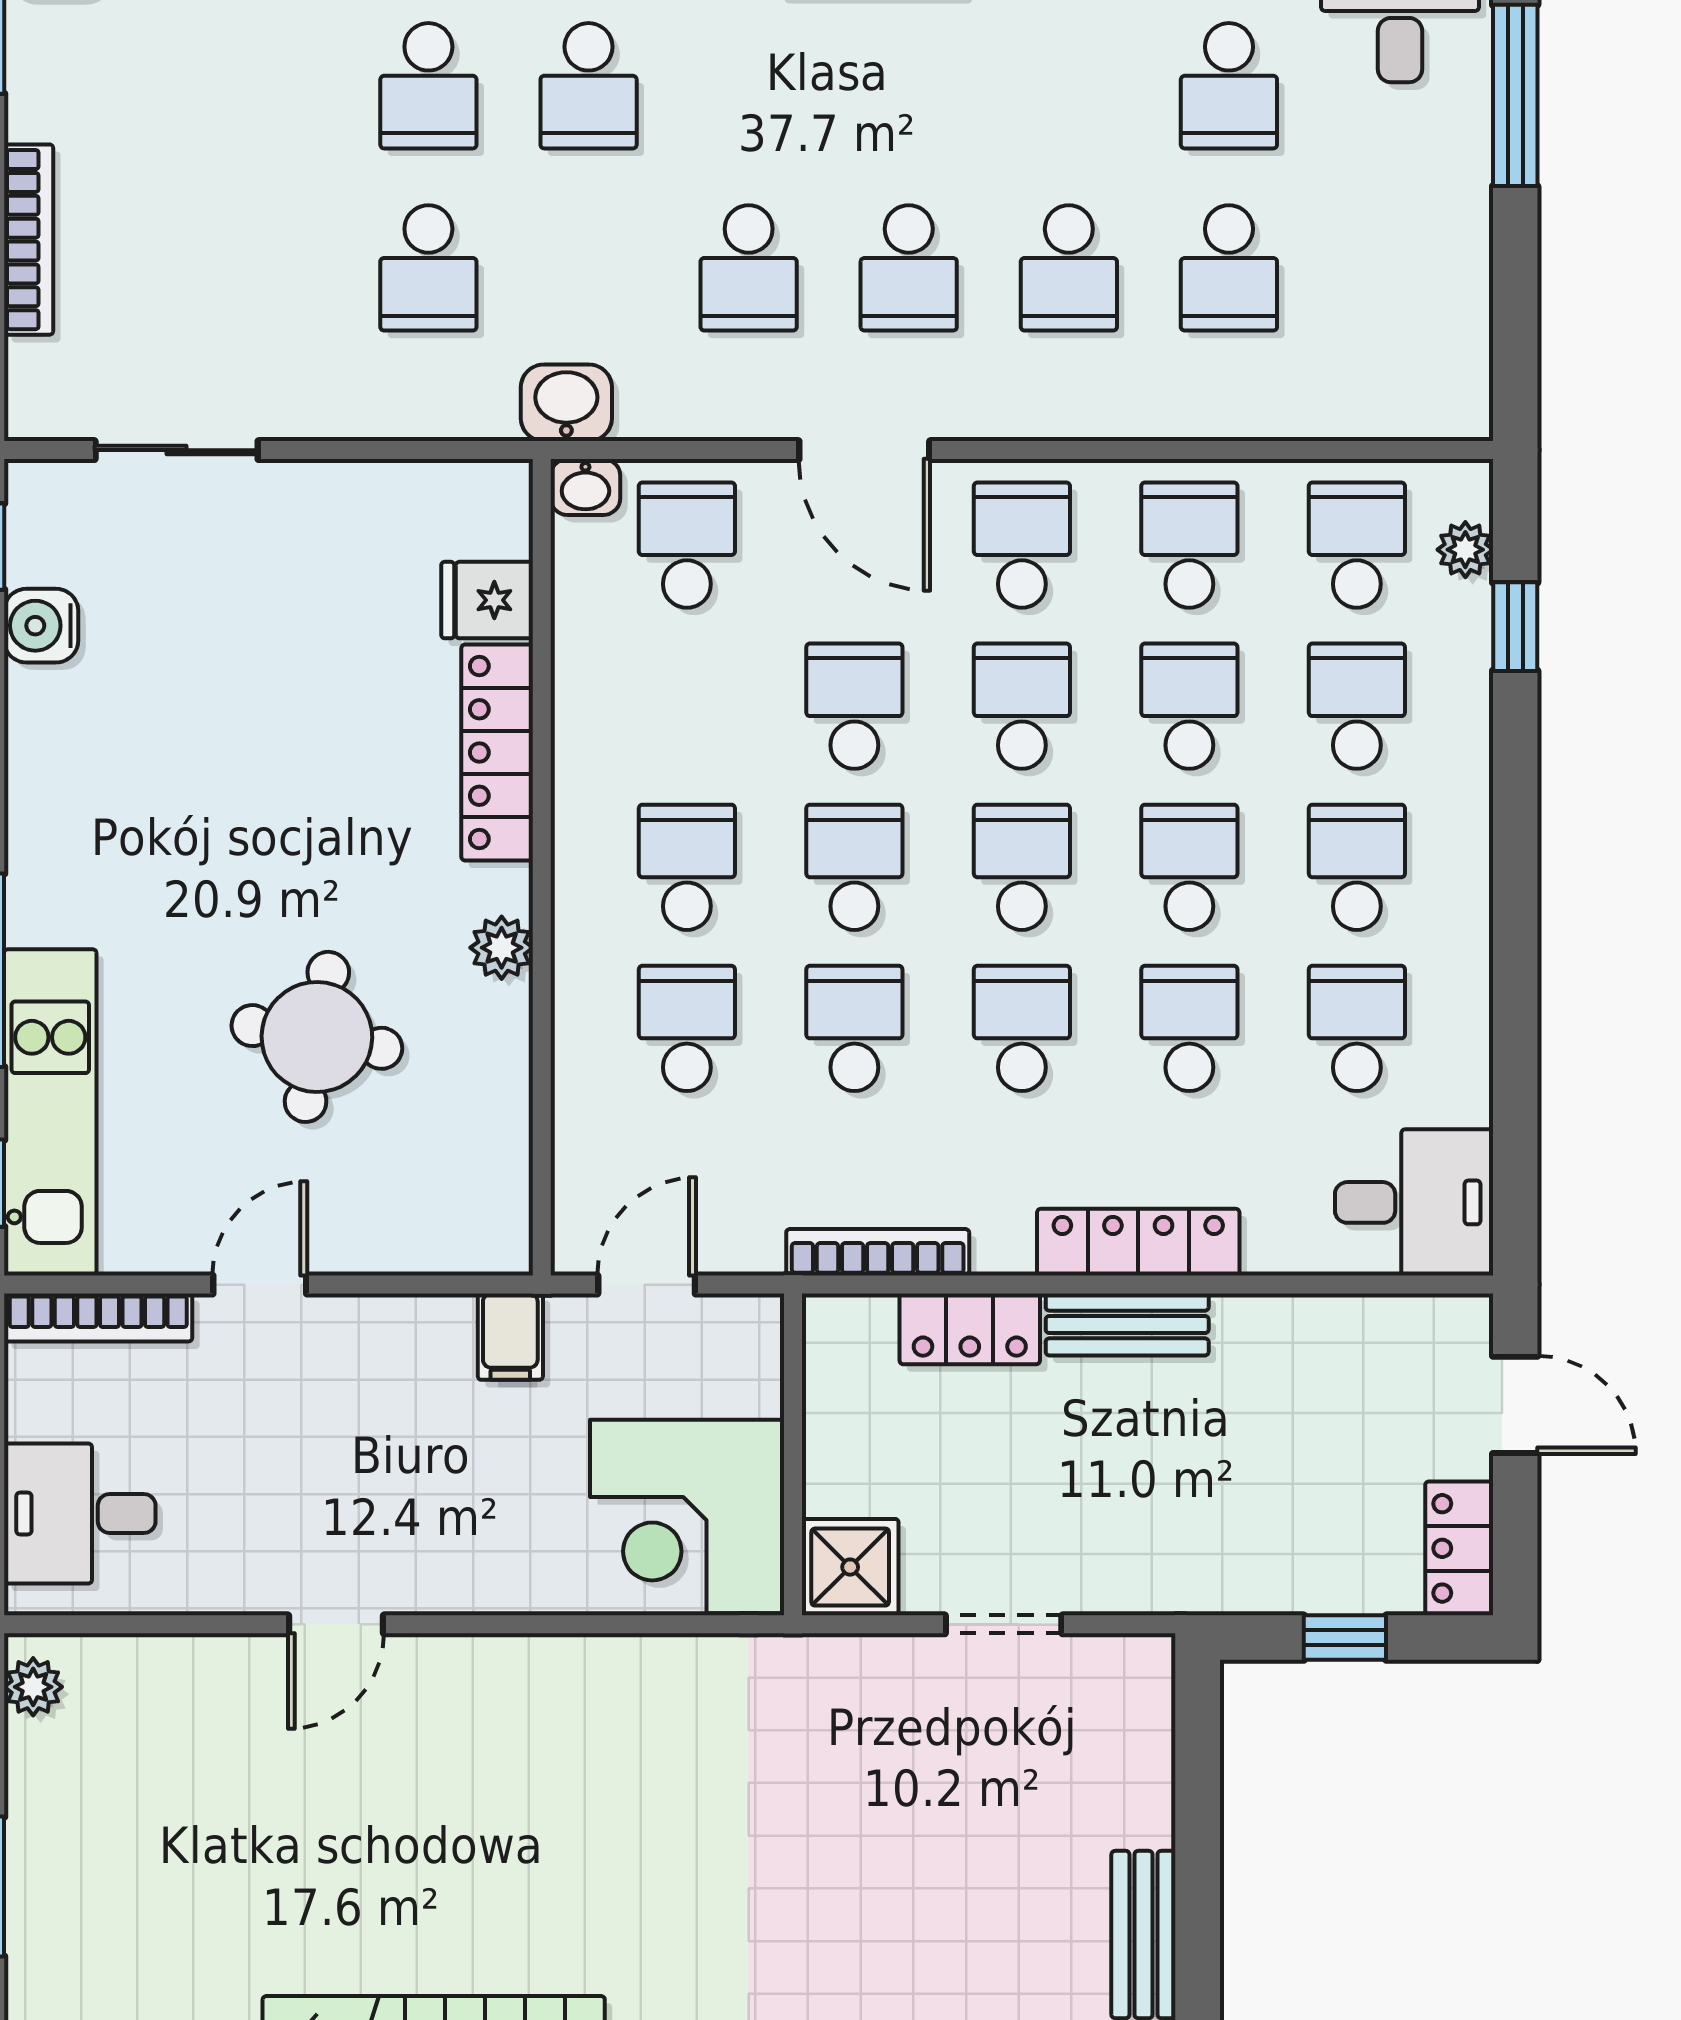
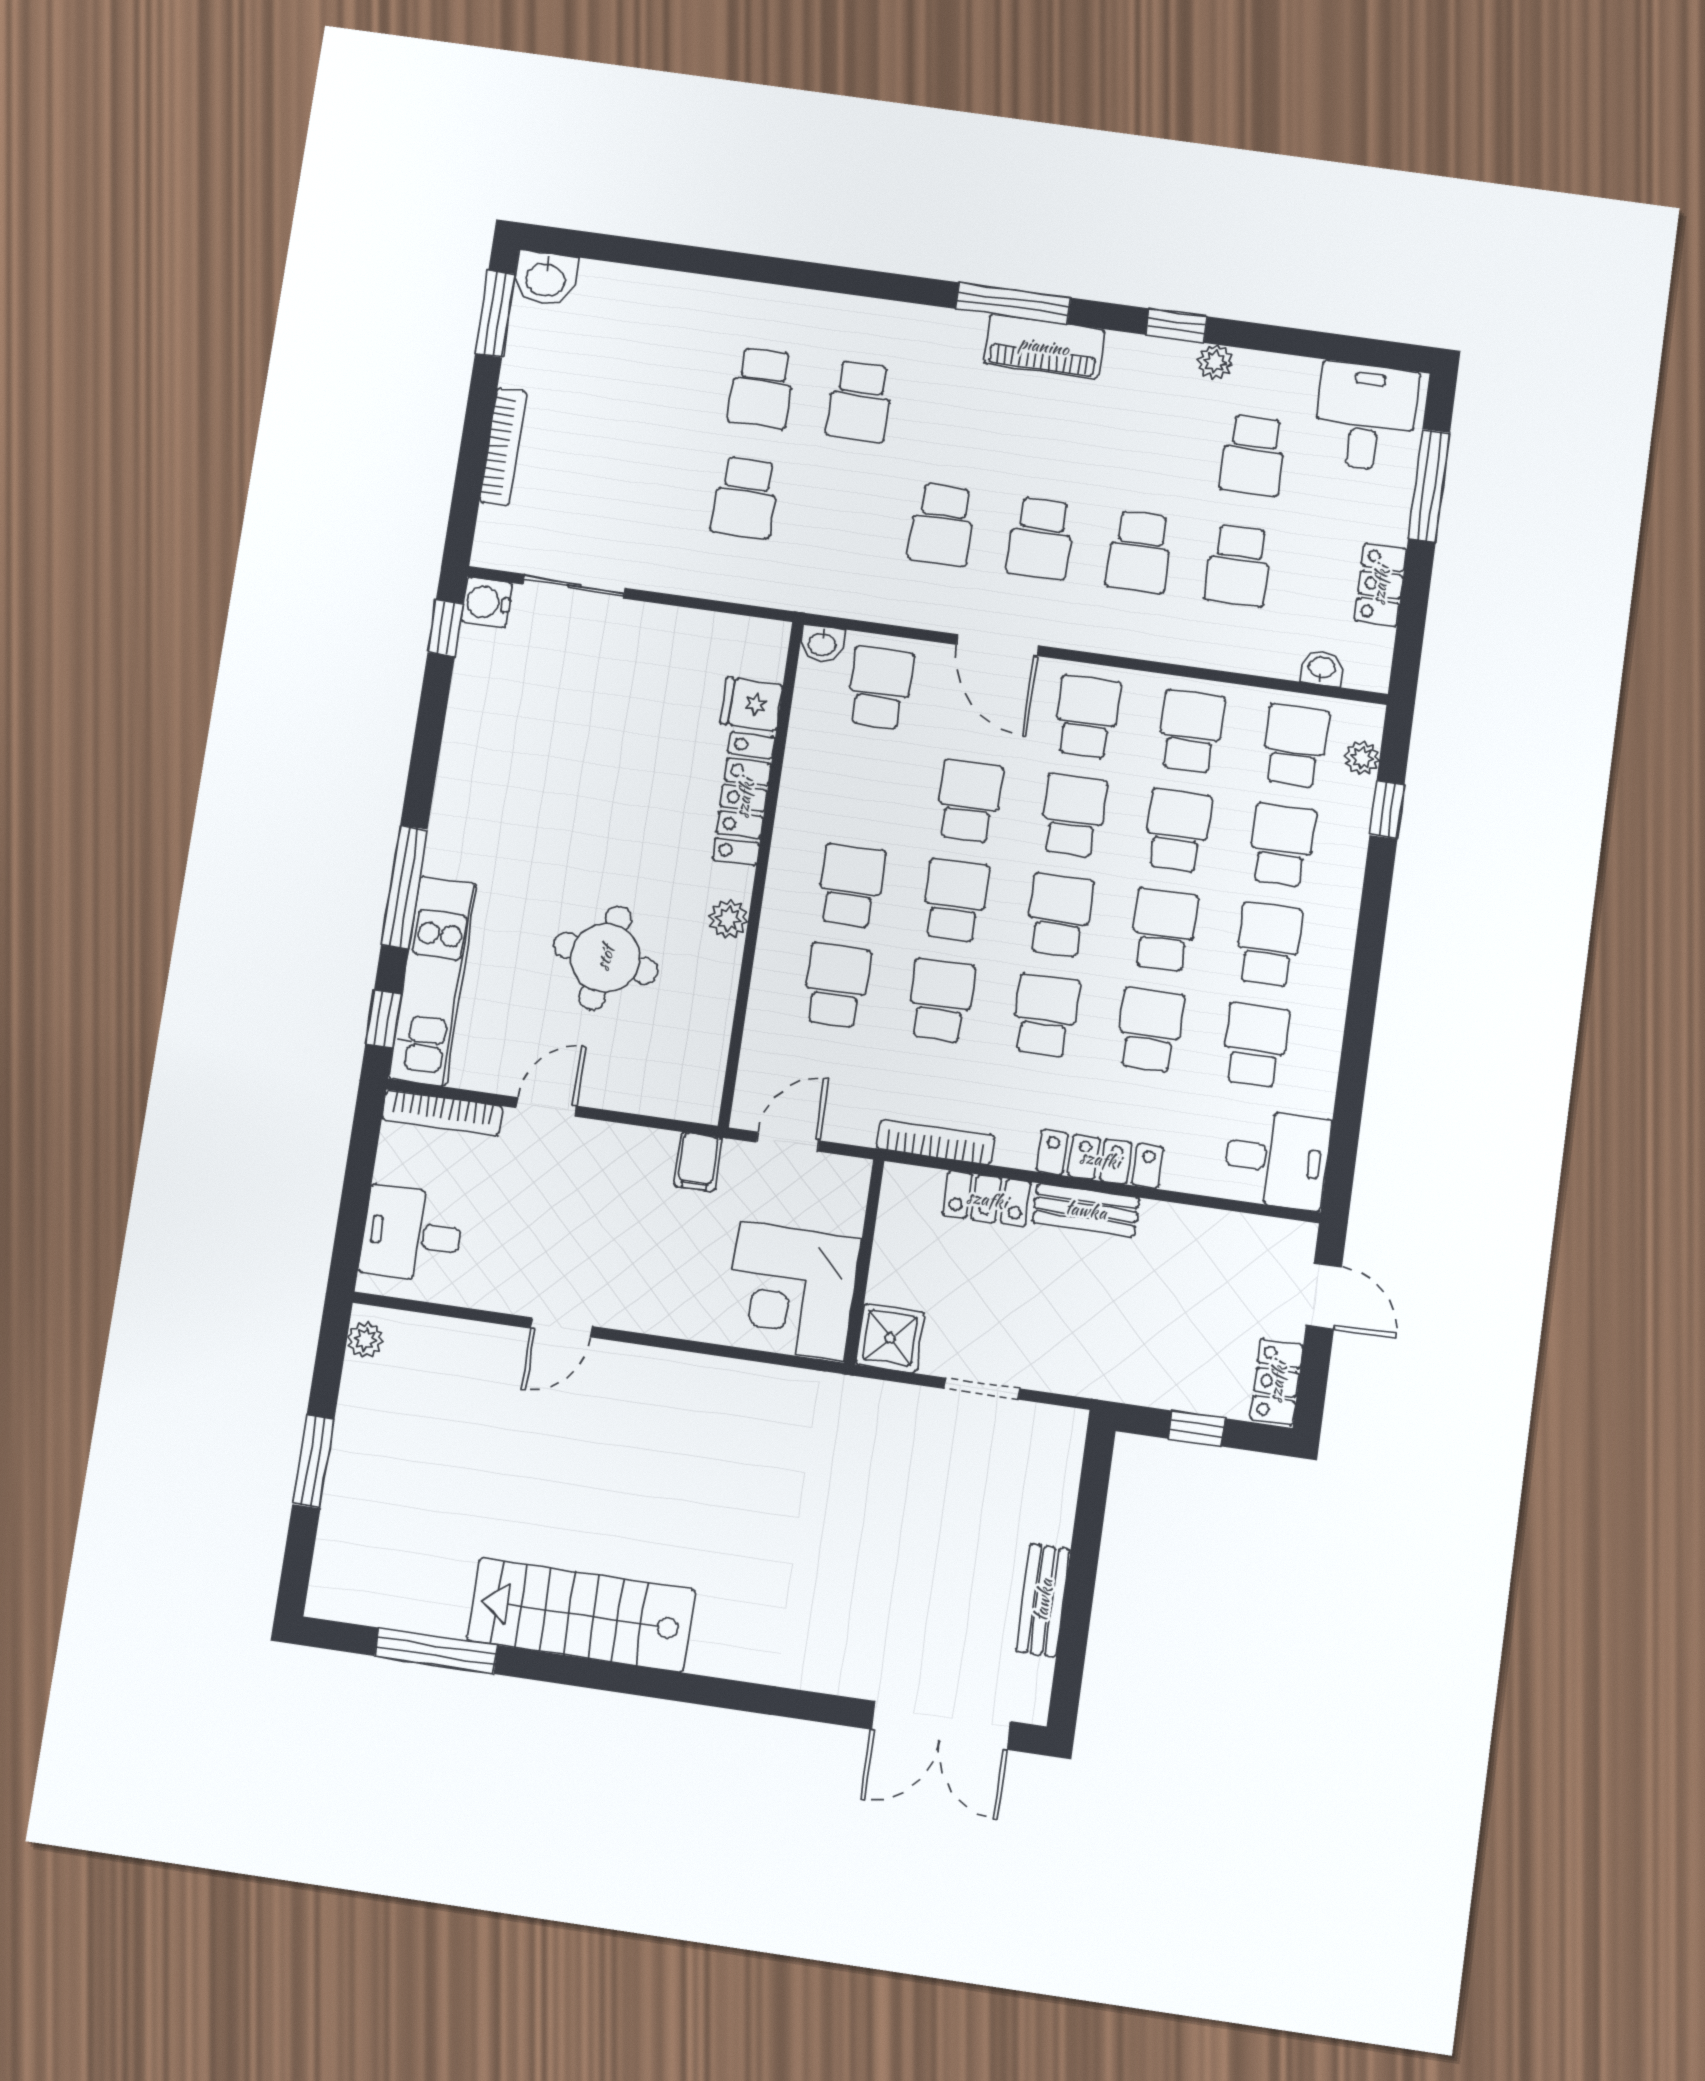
locker: (1459, 267) -> (1380, 585), added
washbasin: (566, 403) -> (1322, 668), moved, width x0.72, depth x0.69
water cooler: (41, 626) -> (487, 602), moved

